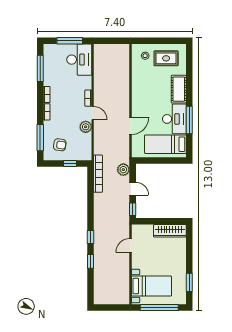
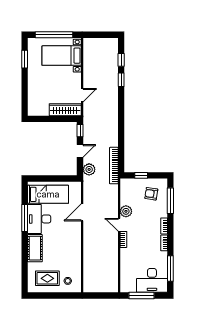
desk: (79, 60) -> (152, 280), moved, turned -90
door: (133, 189) -> (80, 151), swing flipped
wardrobe: (170, 231) -> (65, 110), moved
window: (91, 237) -> (121, 60), moved

